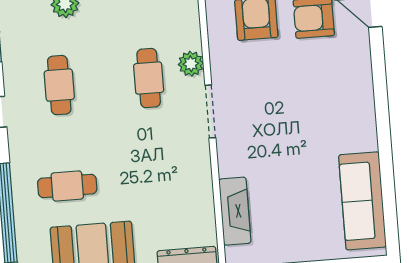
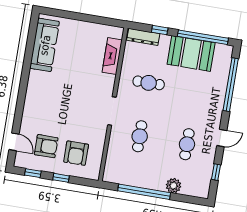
plant: (191, 64) -> (116, 138), removed
cafe table: (67, 186) -> (149, 83), moved

